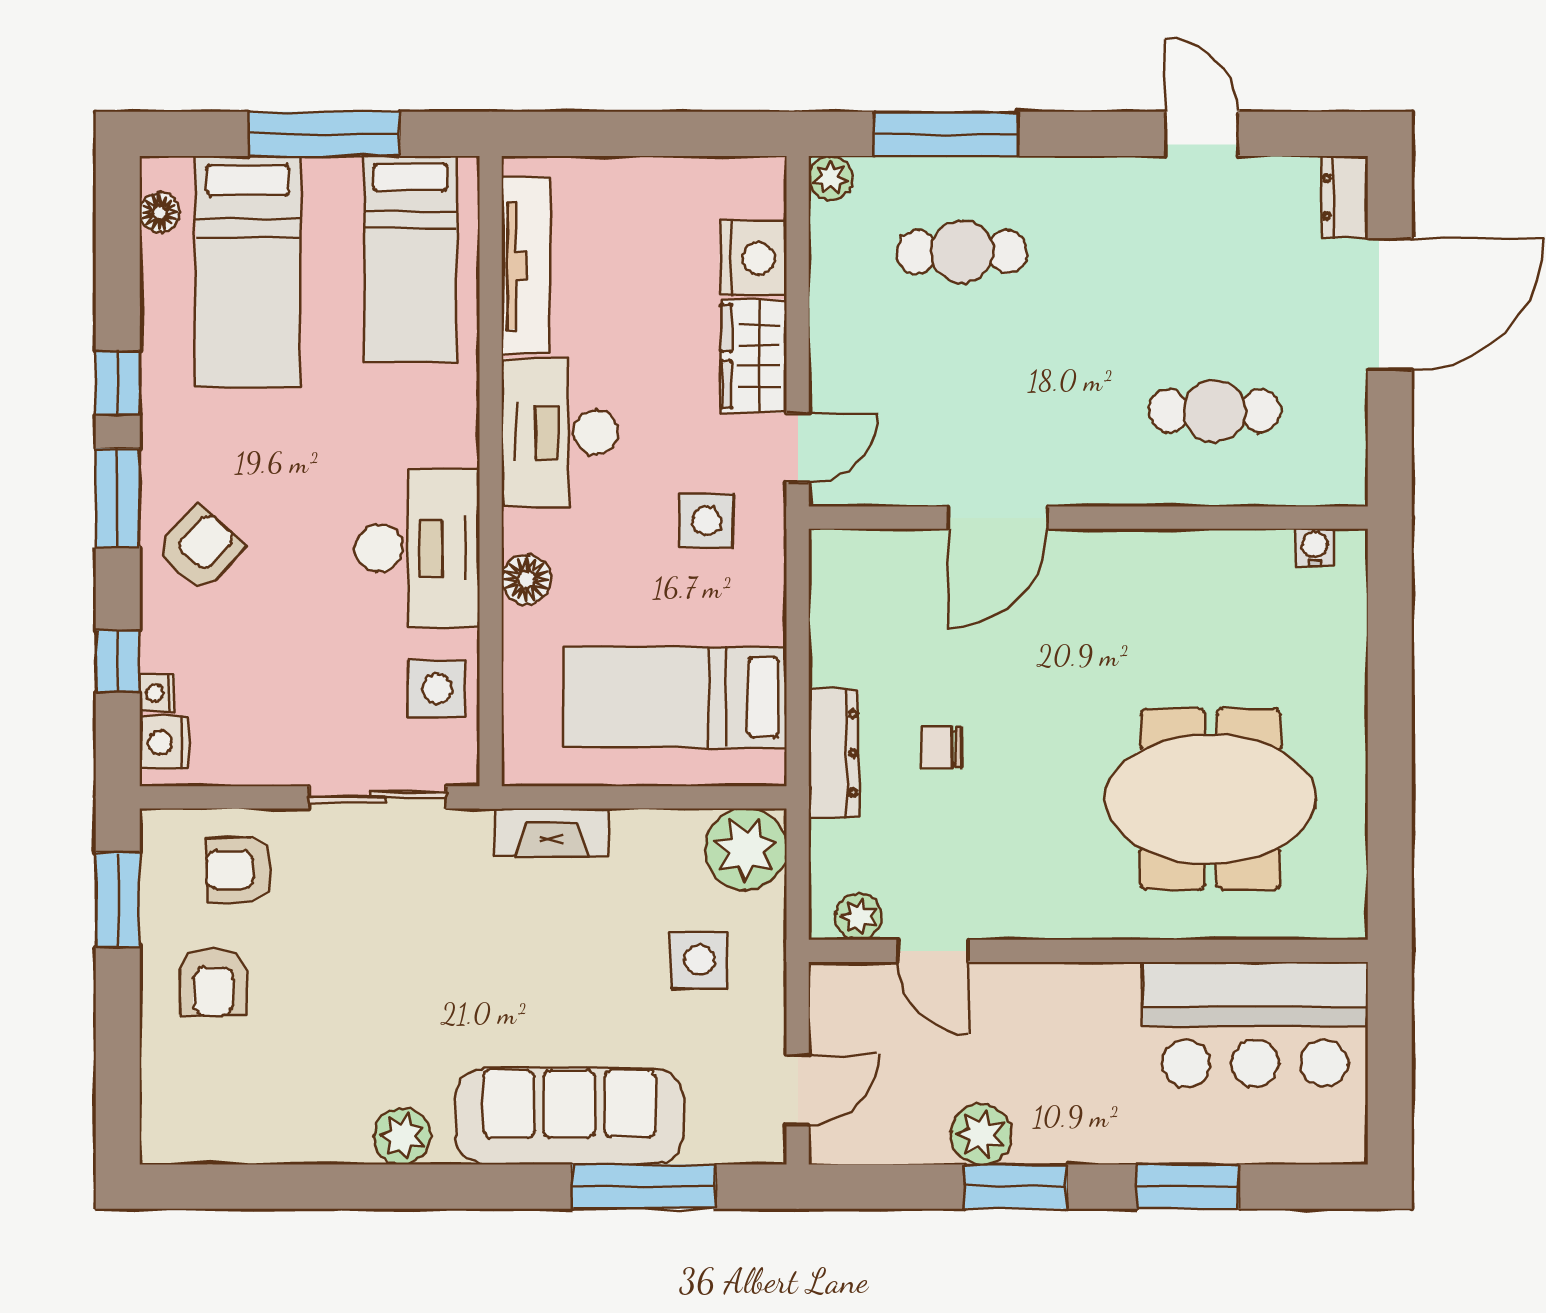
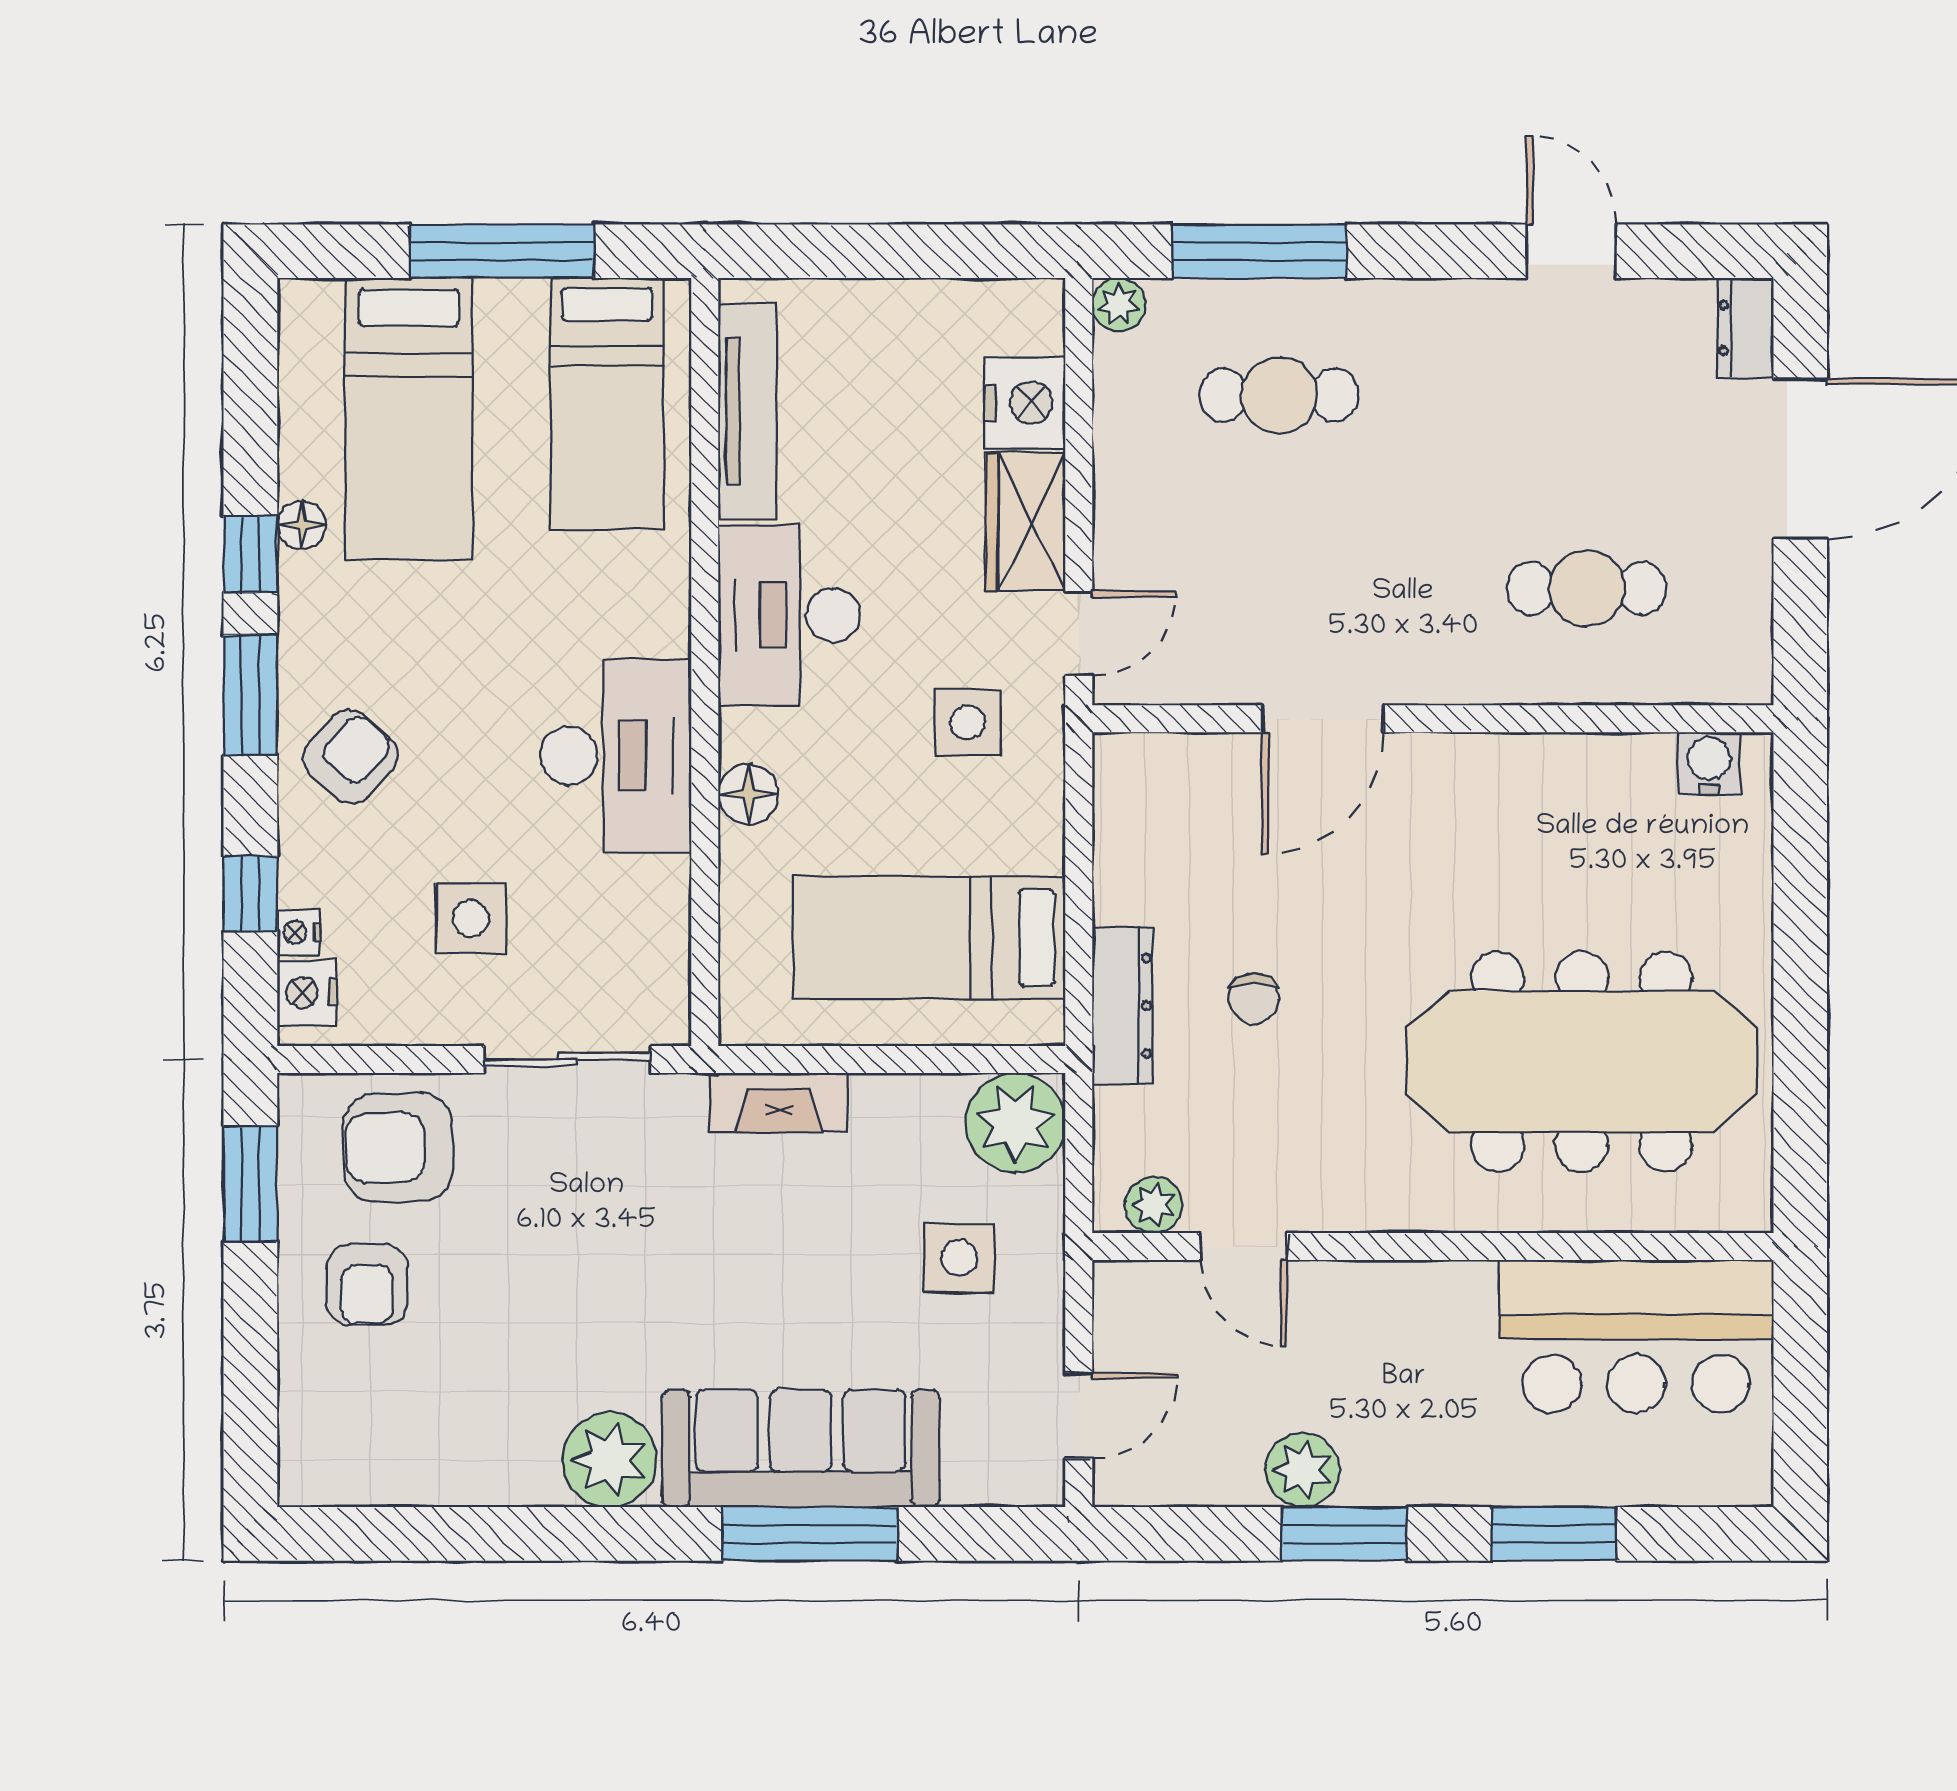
floor lamp: (160, 212) -> (301, 525), moved
water cooler: (1315, 547) -> (1709, 763), width x1.38, depth x1.38
side table: (437, 688) -> (471, 918), moved
chair: (941, 747) -> (1254, 998), turned -90
meeting table: (1210, 799) -> (1582, 1062), width x1.36
armchair: (239, 869) -> (398, 1147), width x1.38, depth x1.38
plant: (402, 1136) -> (610, 1460), width x1.36, depth x1.36
window: (644, 1187) -> (810, 1534), moved

